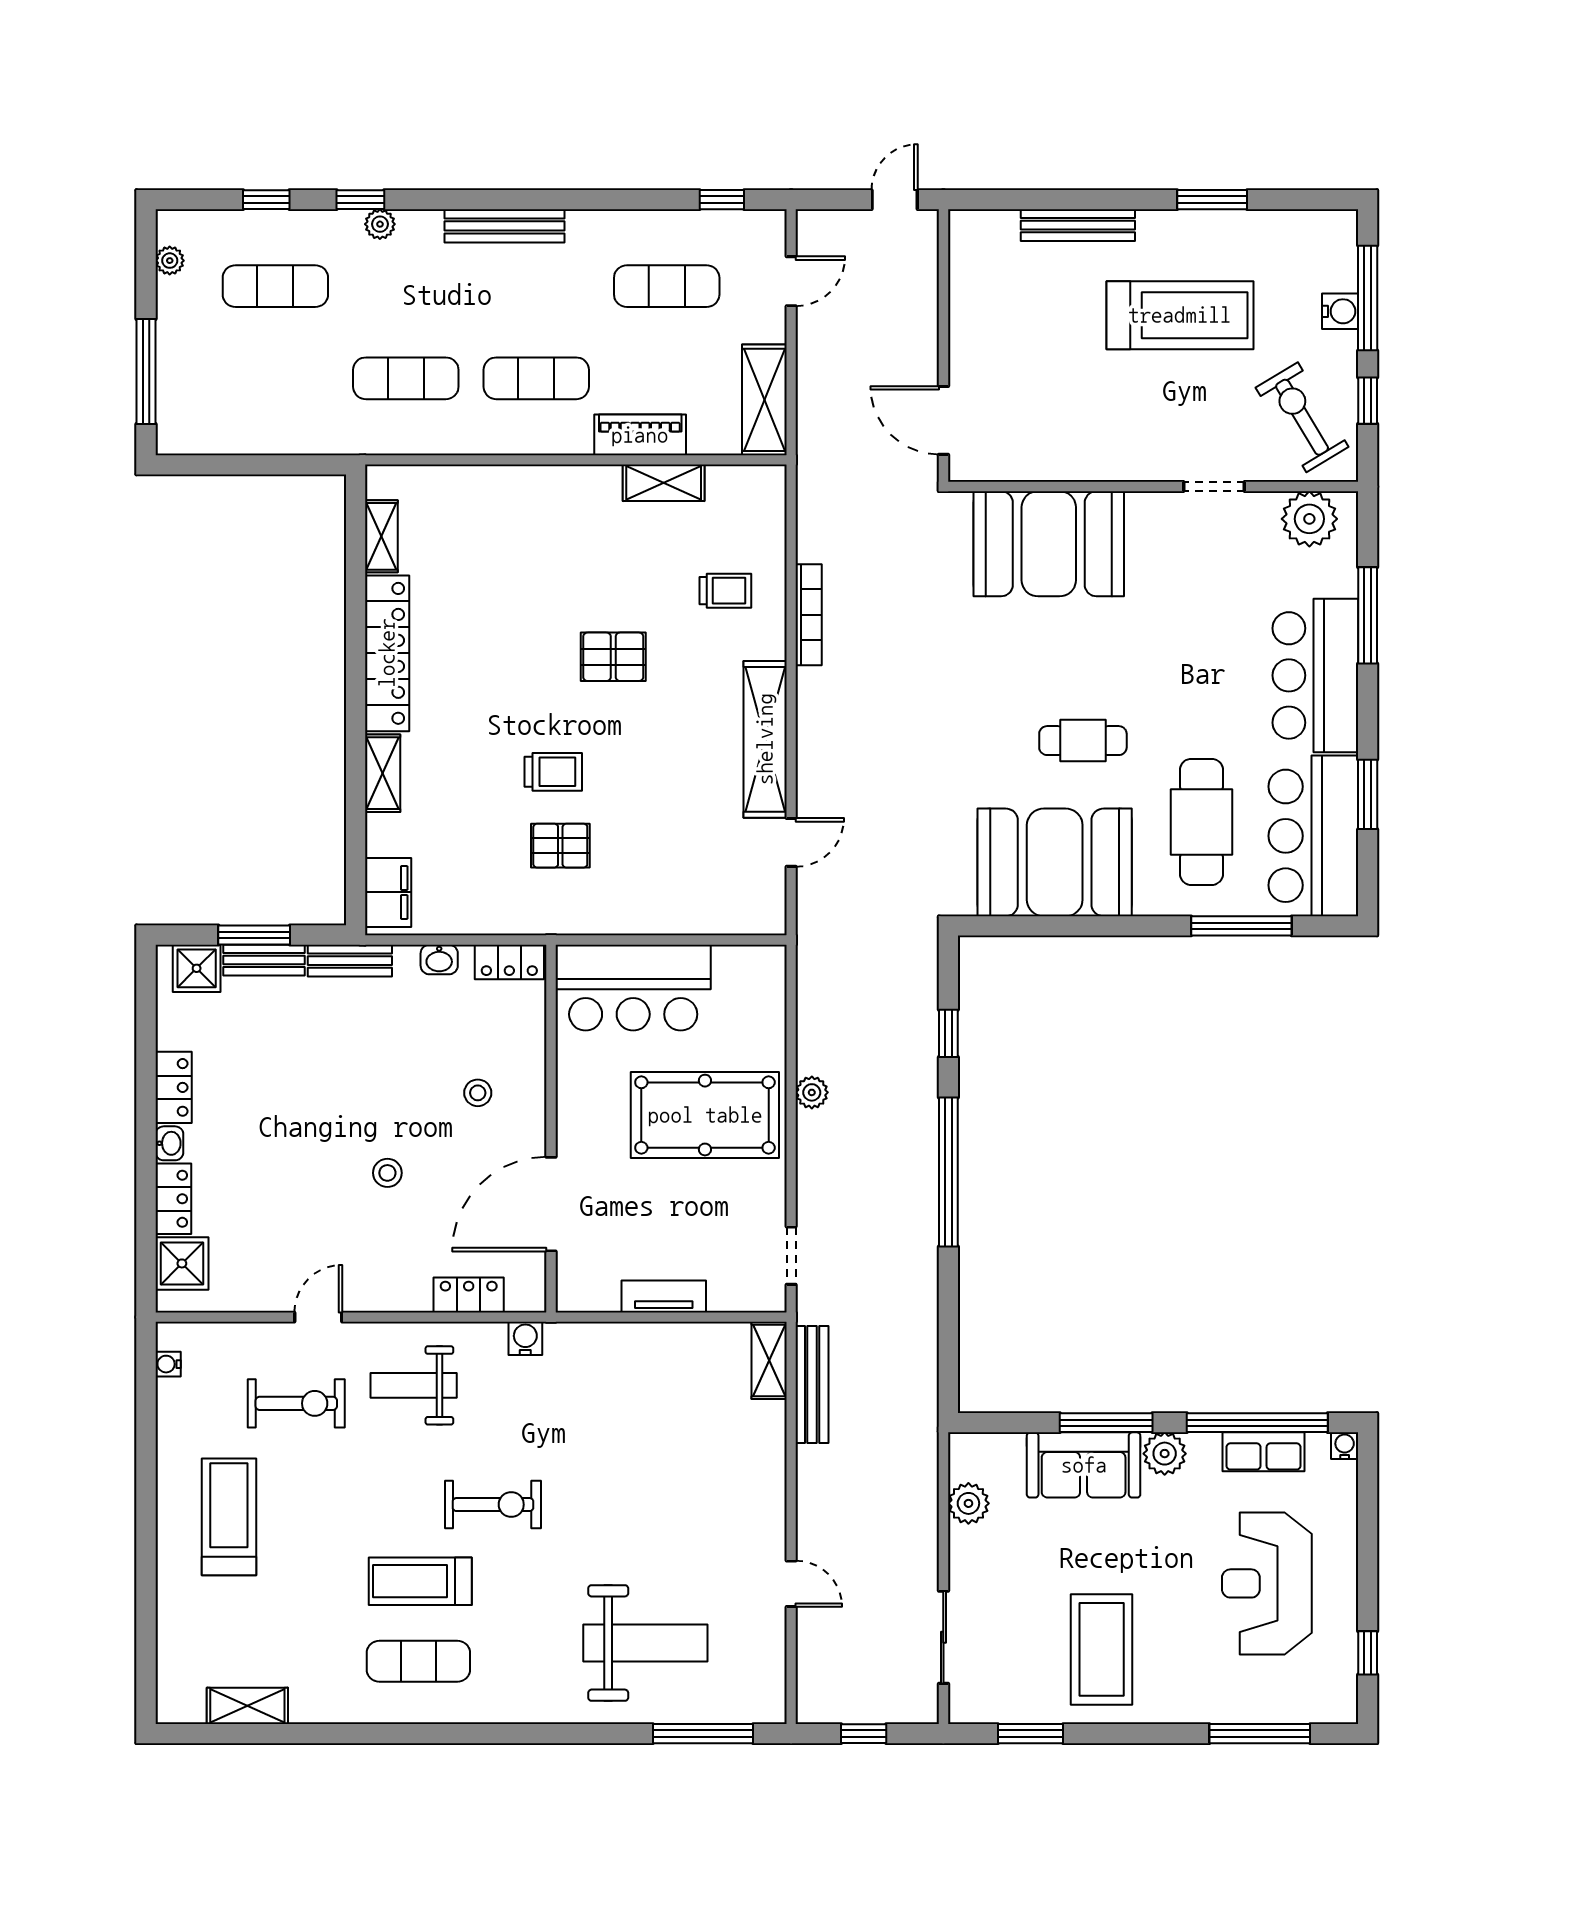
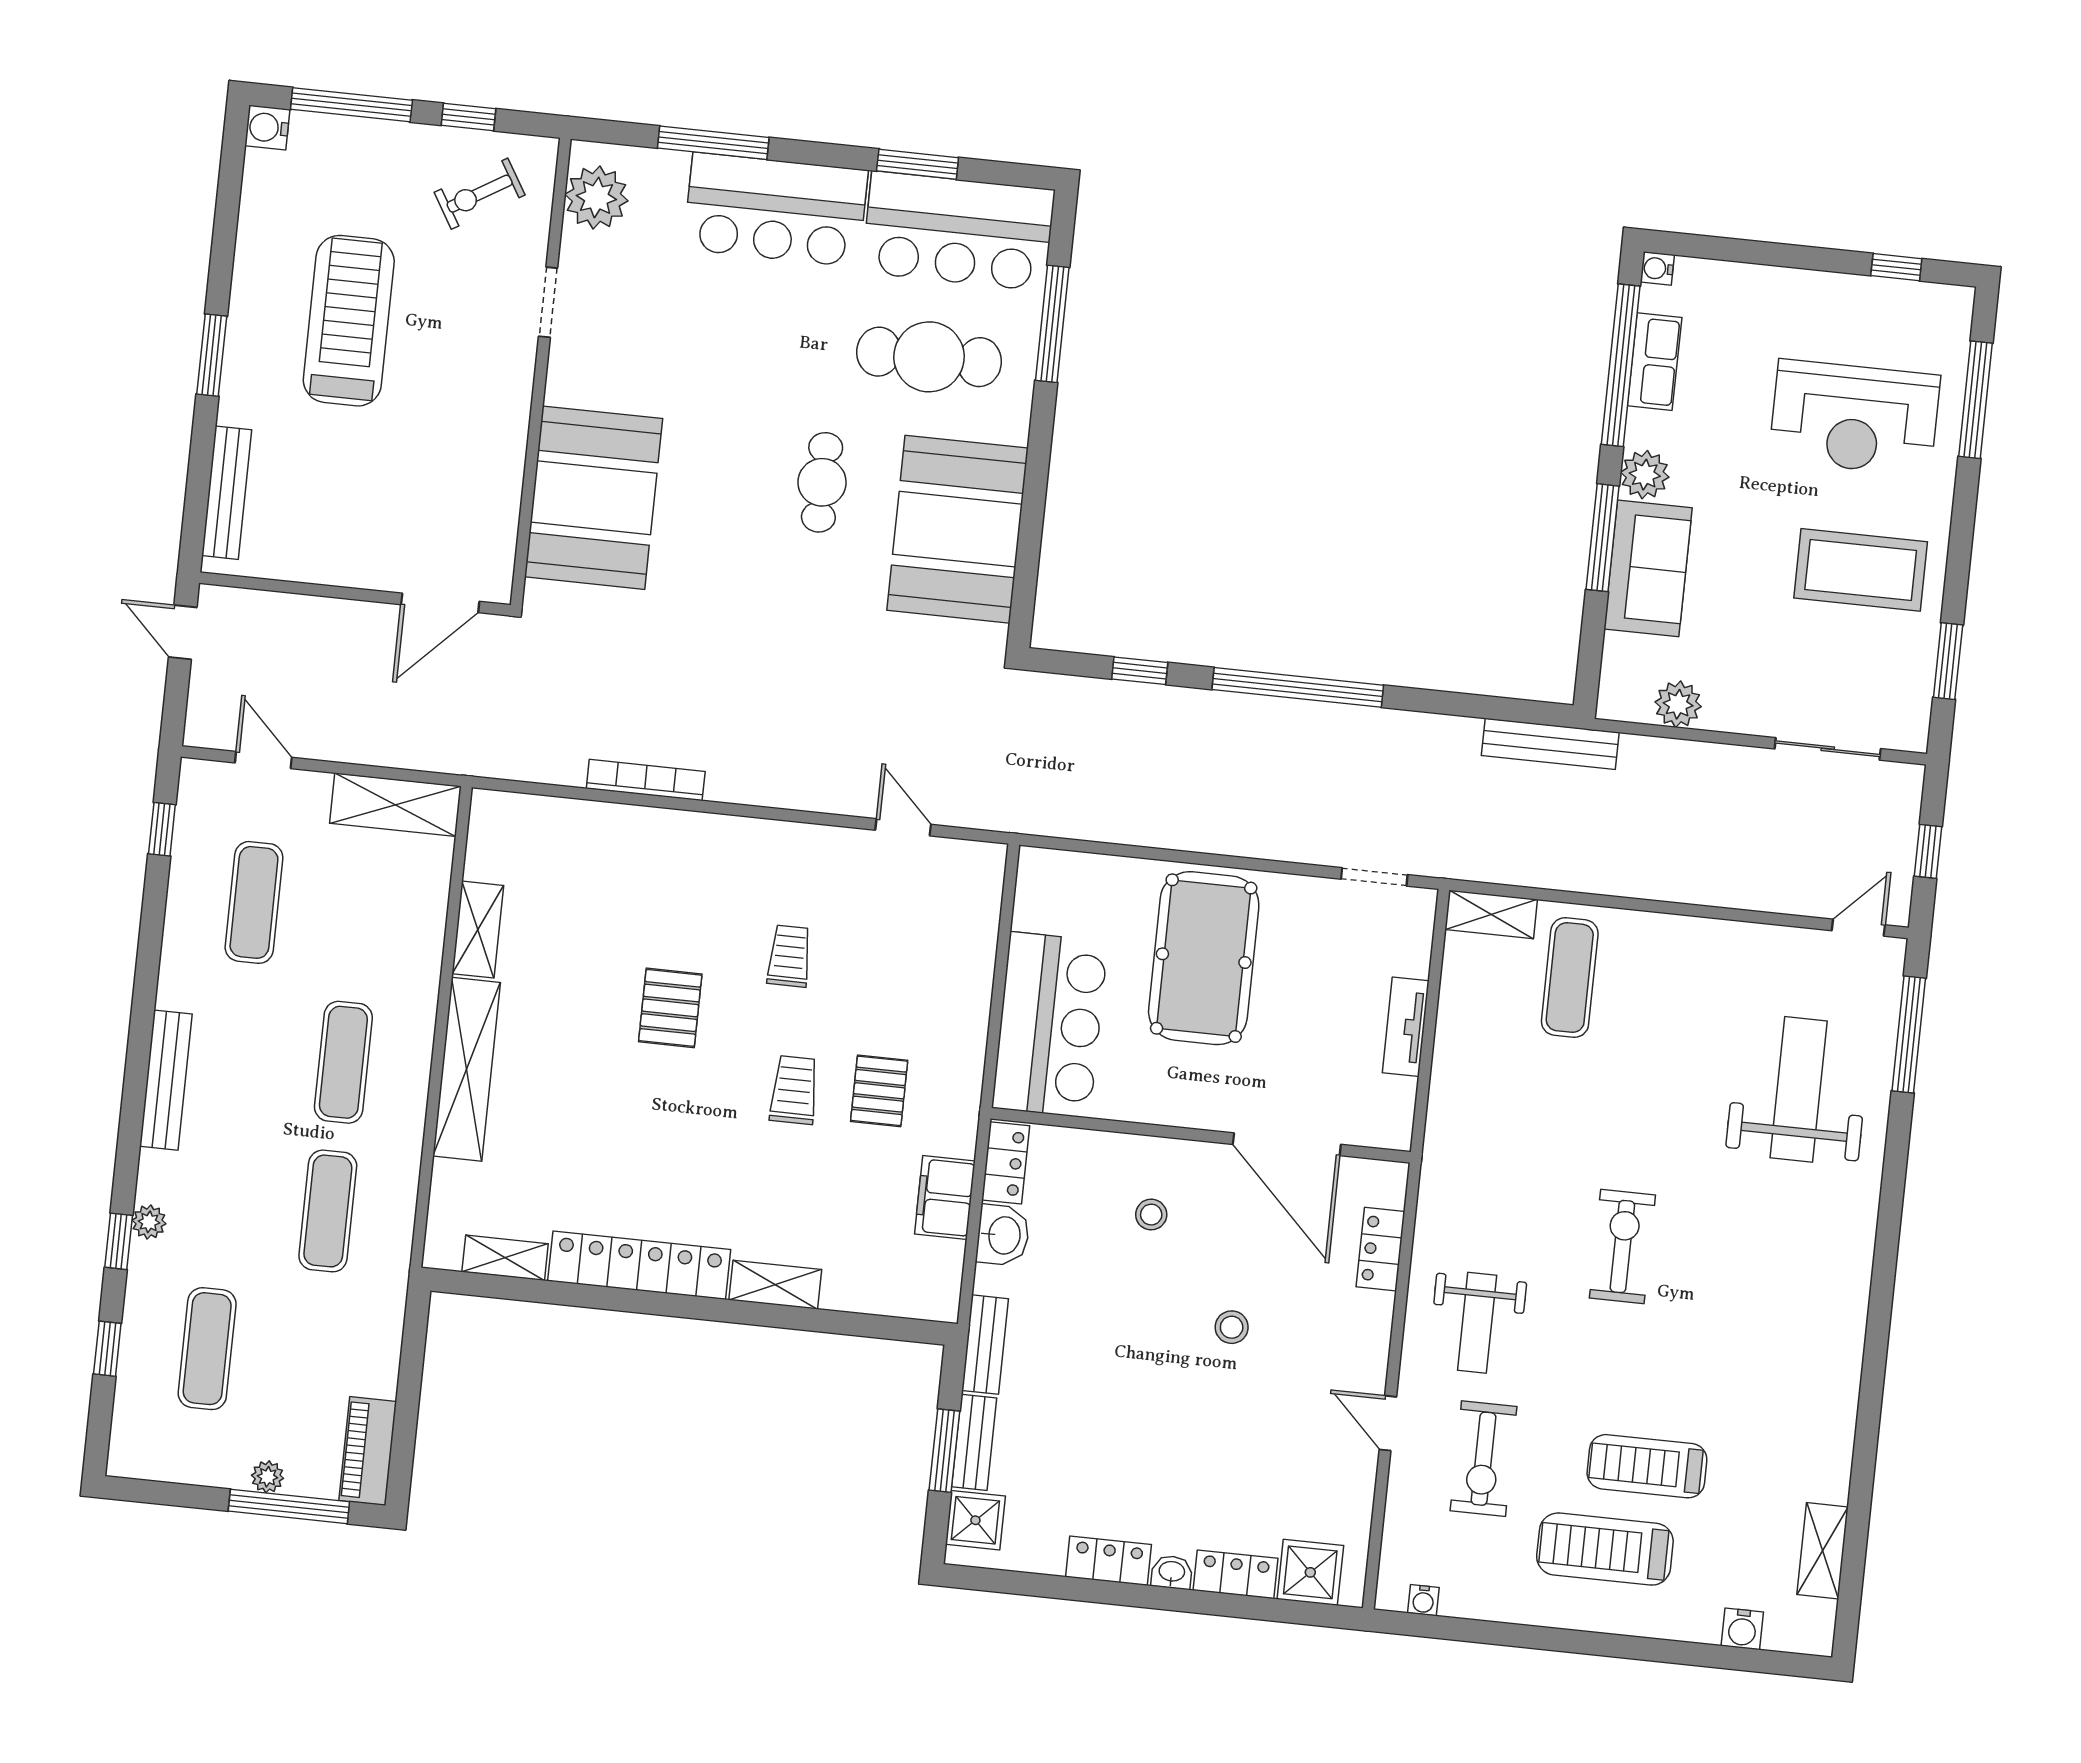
window: (1212, 200) -> (212, 355), moved
bench: (1078, 225) -> (227, 493), moved
plant: (170, 261) -> (268, 1477), moved
water cooler: (1340, 311) -> (267, 128), moved, turned -90
exercise bike: (1302, 417) -> (480, 194), width x0.73, depth x0.72
piano: (640, 435) -> (368, 1451), moved
trolley: (725, 591) -> (789, 956), moved
shelving: (765, 739) -> (467, 1069), moved, turned 90
filing cabinet: (388, 892) -> (945, 1198), moved, turned -90
washbasin: (439, 959) -> (1003, 1235), width x1.38, depth x1.45
plant: (812, 1092) -> (1191, 834), removed
water cooler: (525, 1338) -> (1742, 1629), moved, turned -90
bench: (812, 1384) -> (1550, 744), moved
exercise bike: (296, 1403) -> (1484, 1459), turned 180
treadmill: (420, 1581) -> (1647, 1466), moved, turned 90
reception desk: (1267, 1583) -> (1854, 418), moved
door: (791, 1584) -> (1858, 928), moved
exercise mat: (418, 1661) -> (1570, 978), moved

